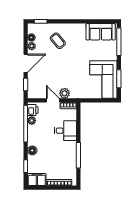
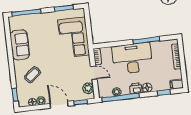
sofa: (101, 32) -> (20, 45), moved
corner sofa: (103, 80) -> (74, 37), moved, turned 90
plant: (65, 93) -> (88, 88), moved
door: (53, 100) -> (94, 73), swing flipped
printer: (33, 110) -> (136, 88), moved
desk: (66, 131) -> (132, 58), width x1.87, depth x1.30
filing cabinet: (37, 180) -> (177, 84), width x0.50

